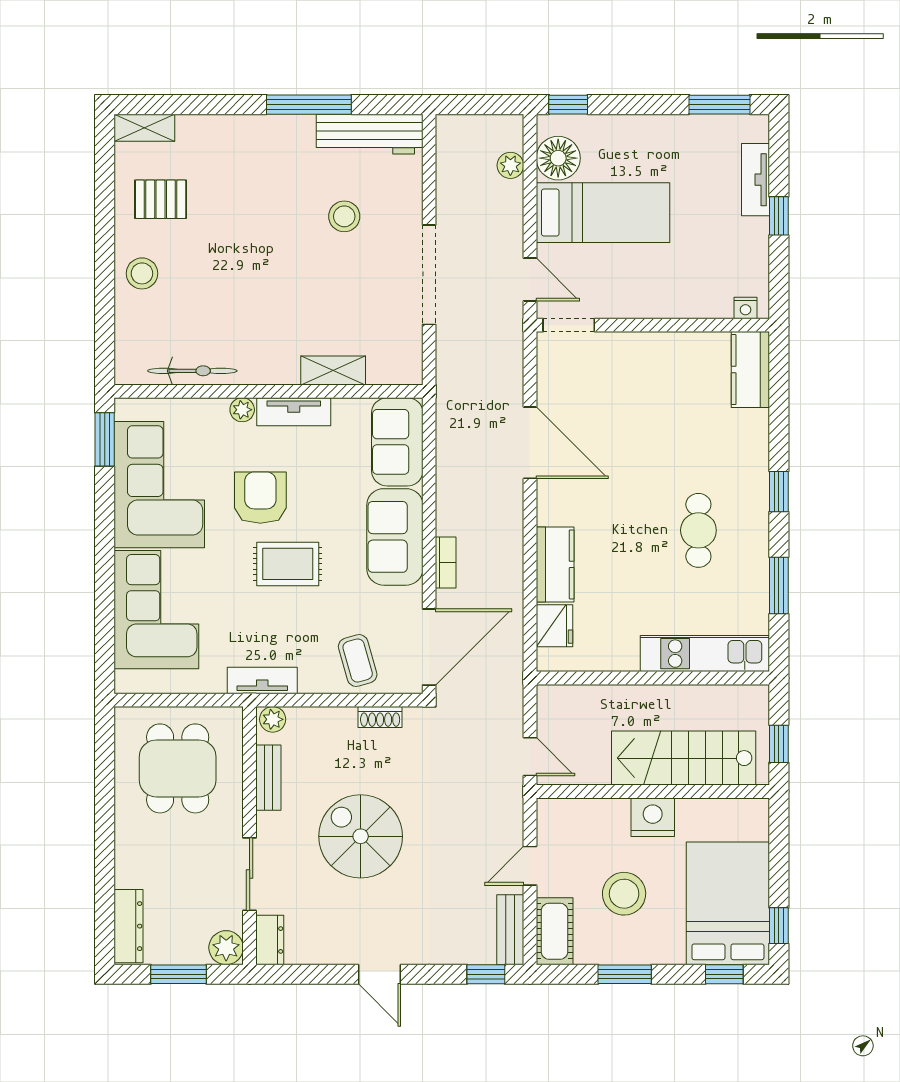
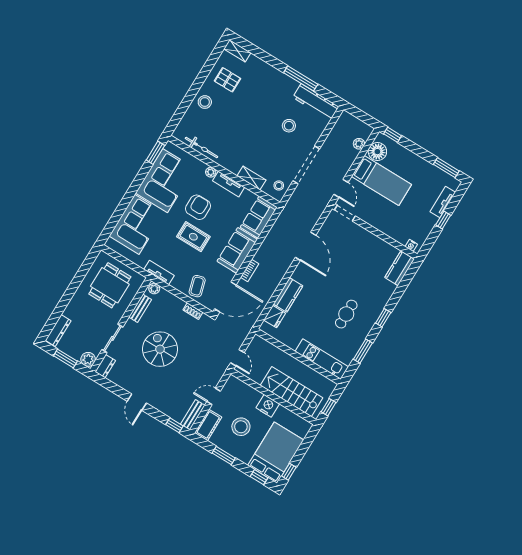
stool: (399, 352) -> (279, 186), added

